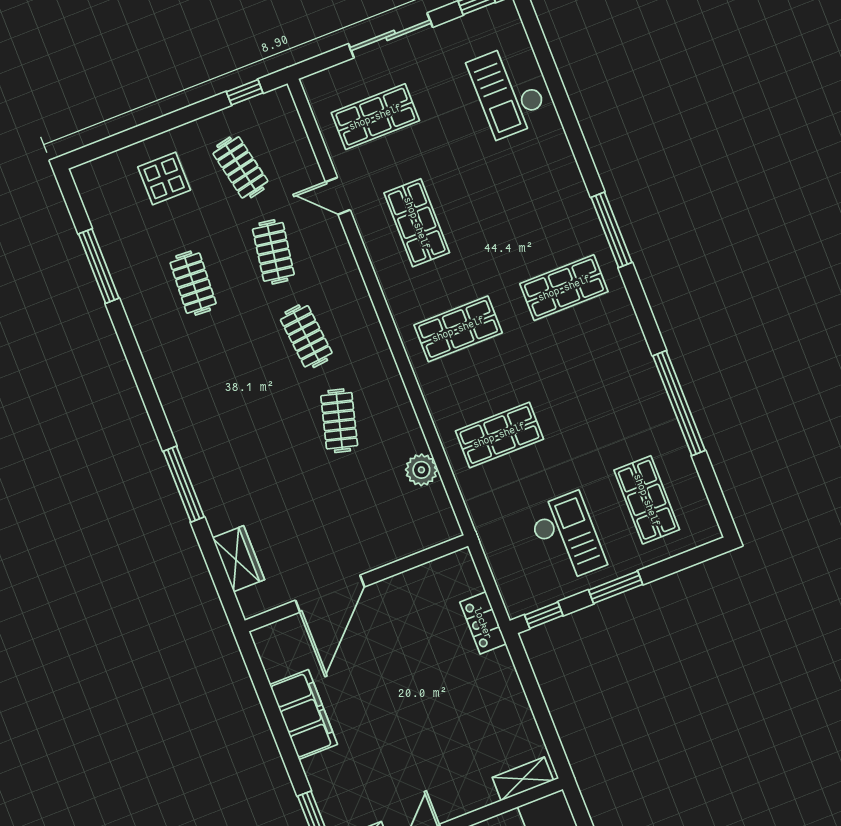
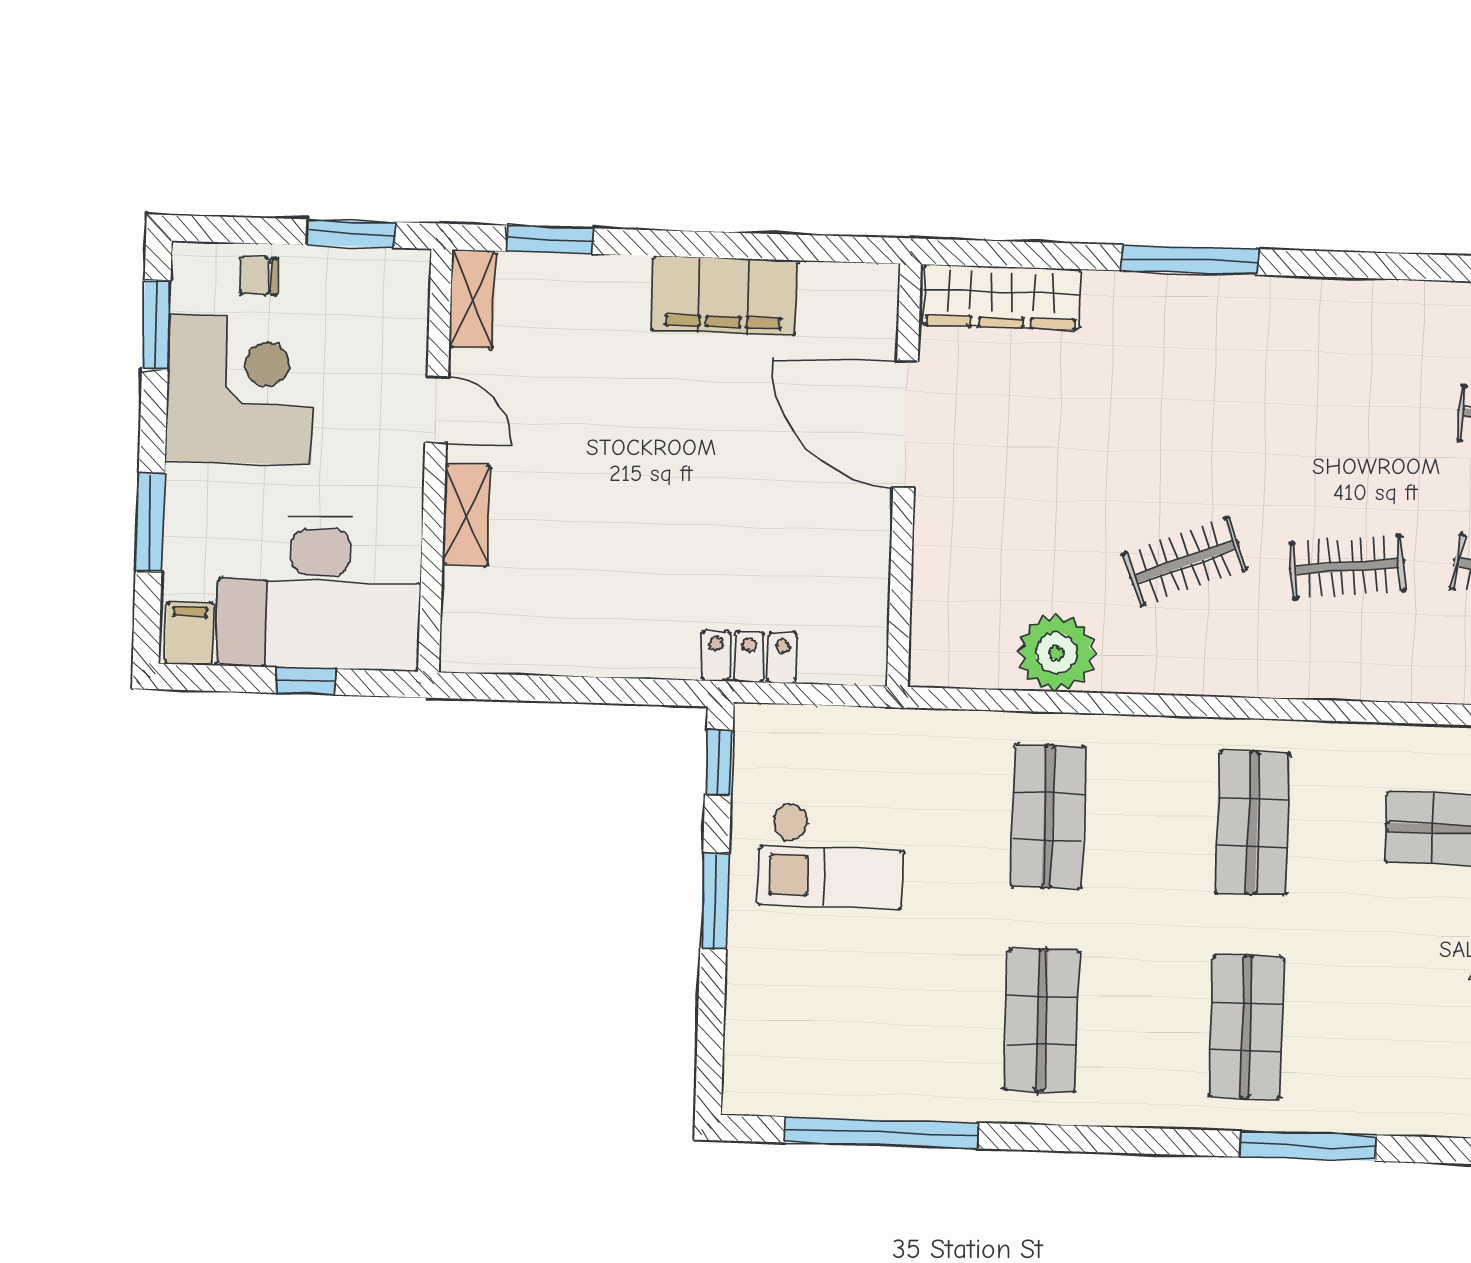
window: (679, 403) -> (881, 1133), moved
clothes rail: (339, 421) -> (1185, 562), turned -36
plant: (421, 470) -> (1056, 653), width x1.36, depth x1.36
shop shelf: (647, 500) -> (1042, 1020), moved, turned 90
wardrobe: (238, 559) -> (1002, 297), width x1.50
shelving: (523, 779) -> (466, 515), moved

